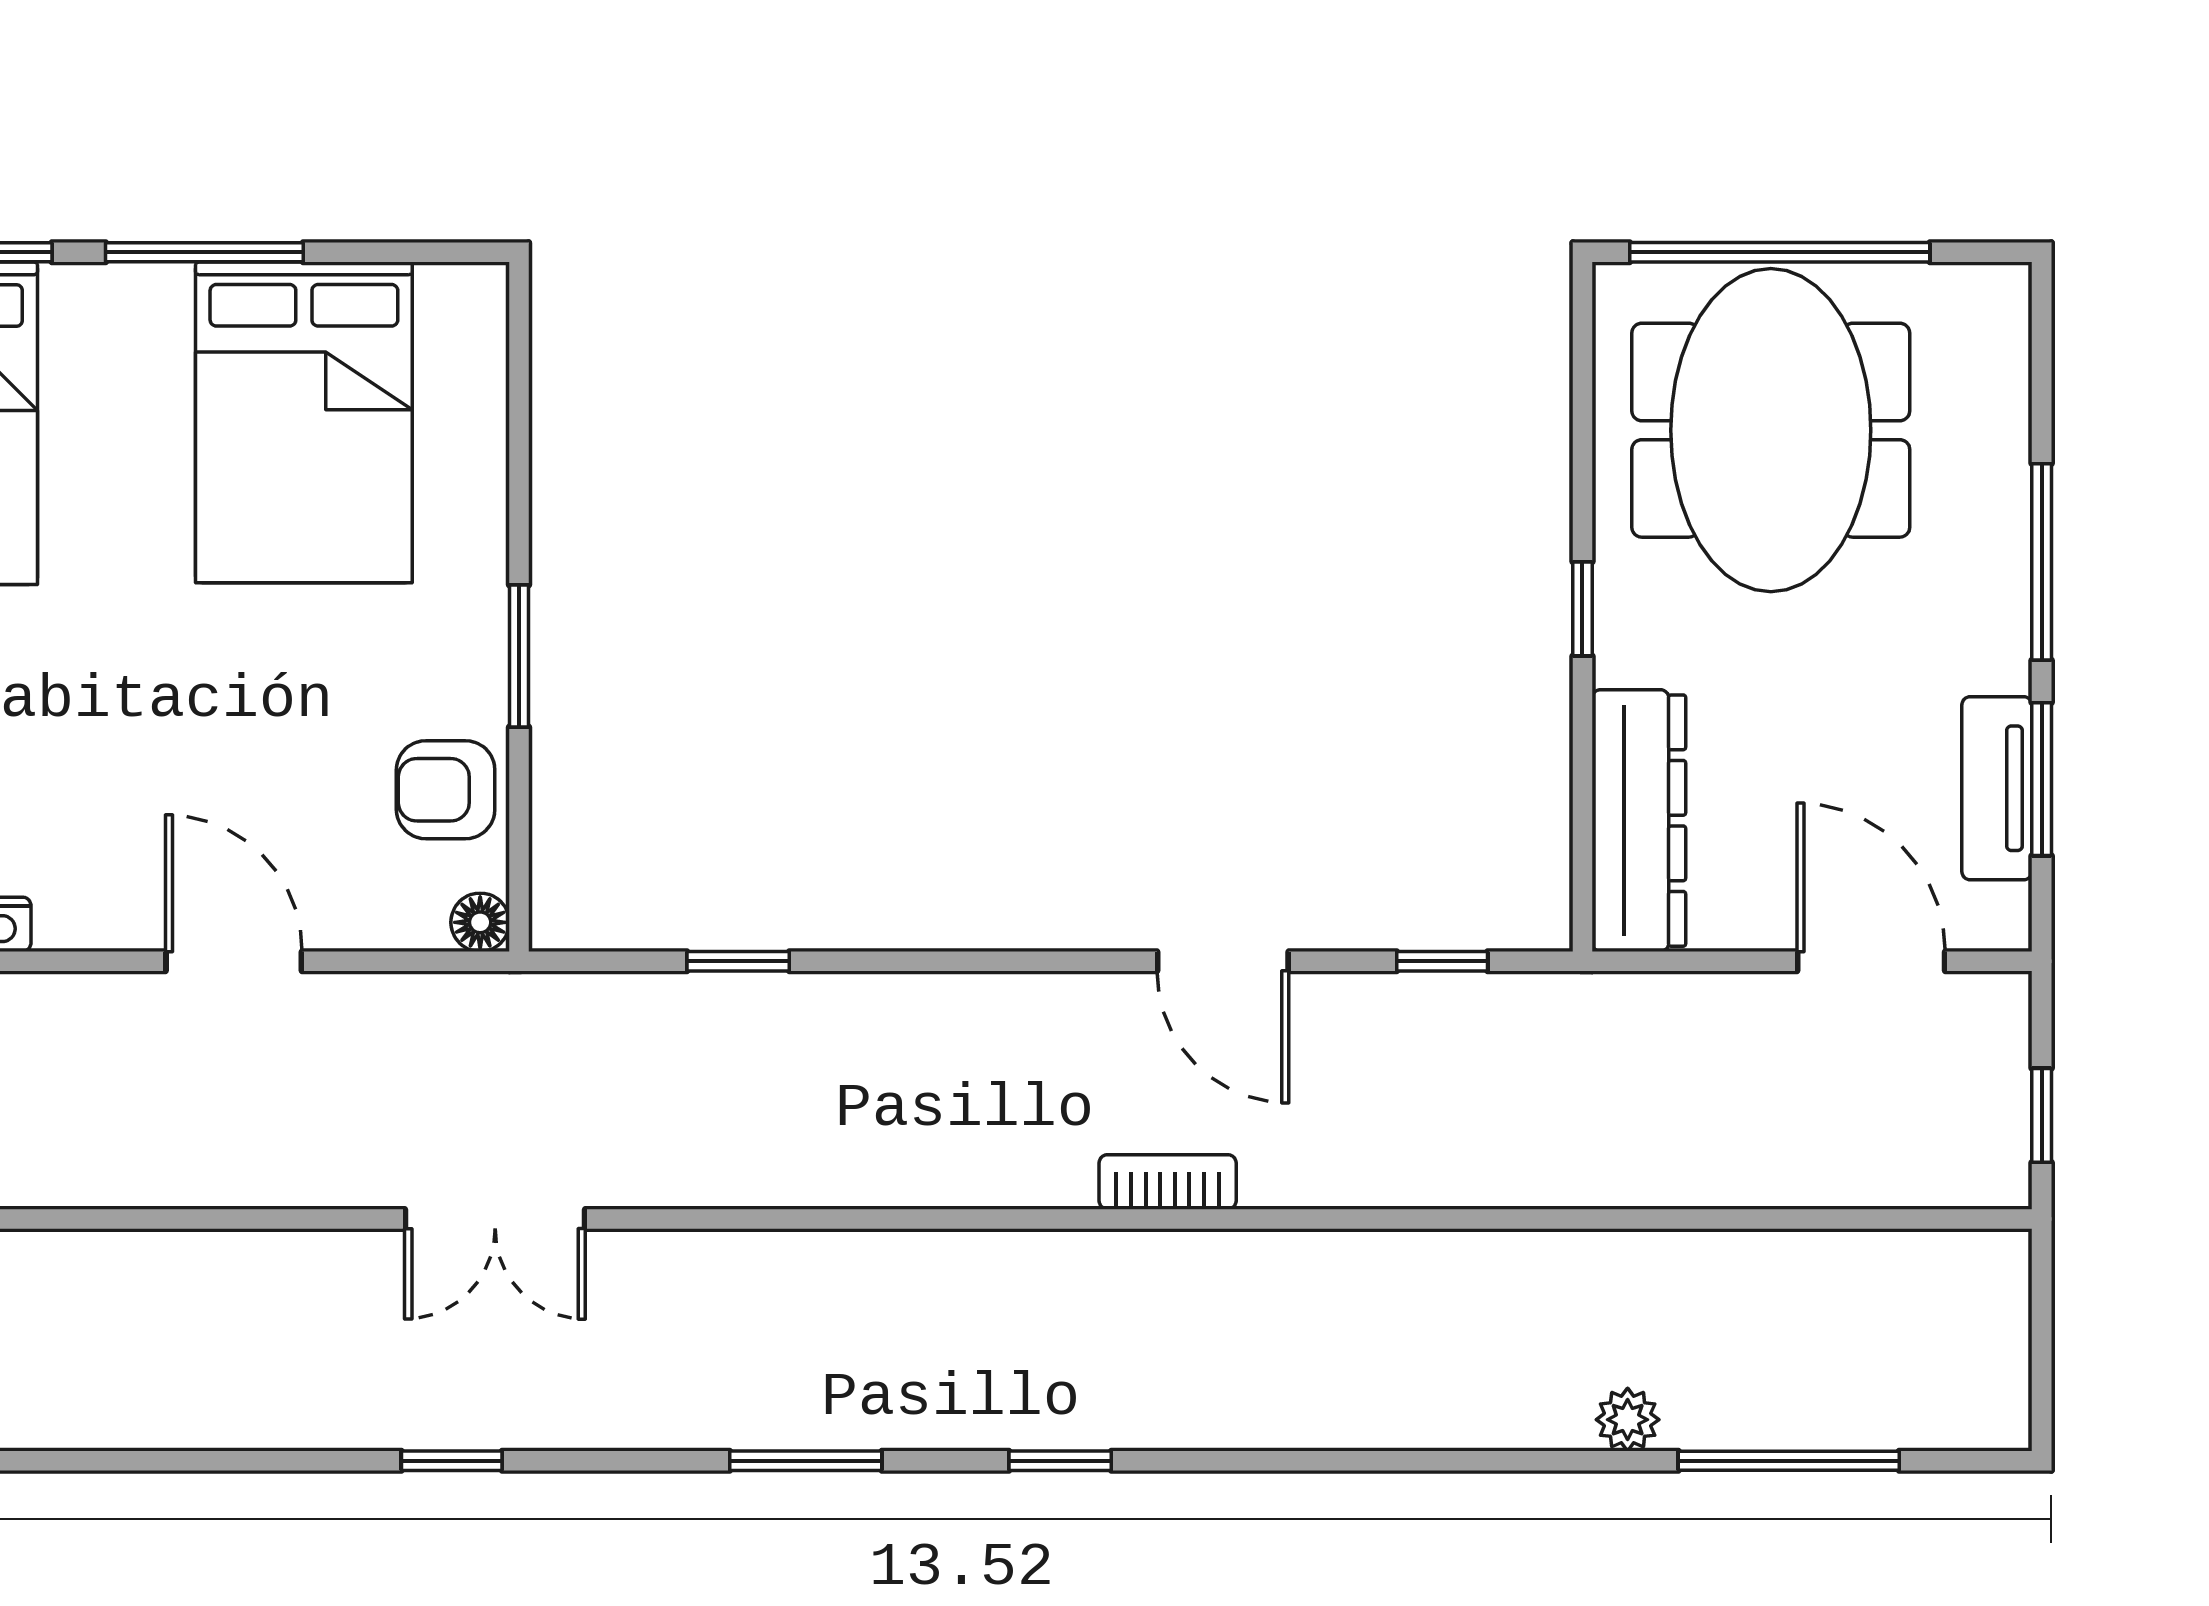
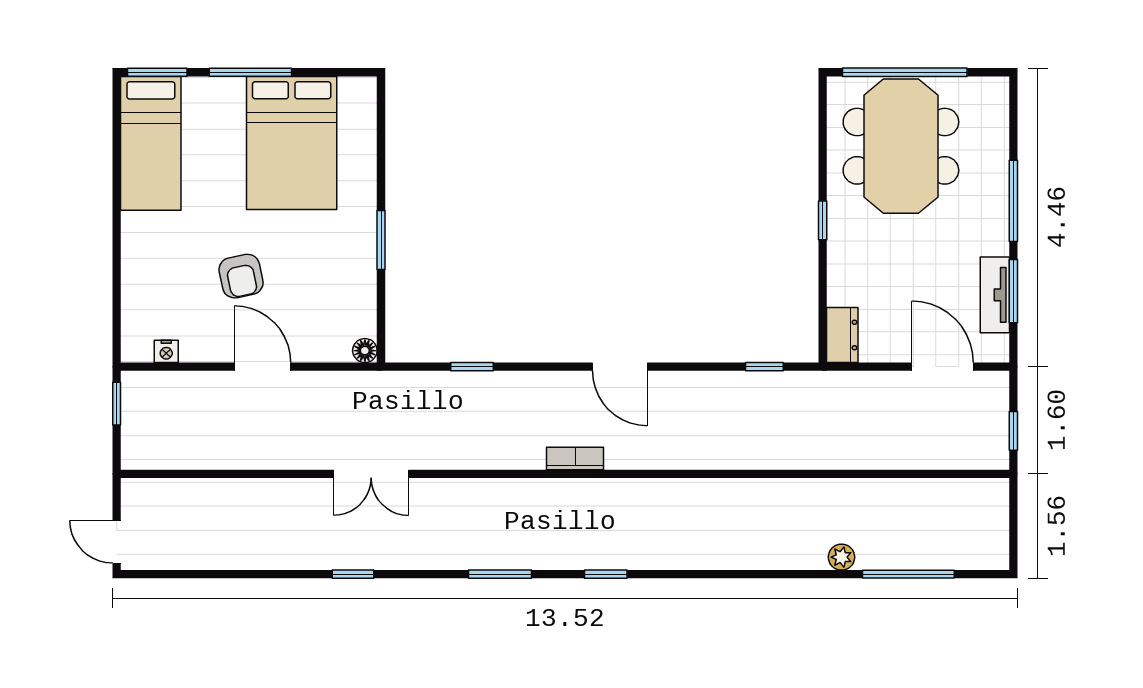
armchair: (446, 790) -> (241, 276), moved, turned -102
dresser: (1639, 821) -> (842, 335), width x0.51, depth x0.80
door: (1223, 961) -> (620, 367), moved
bookcase: (1168, 1182) -> (575, 458), moved

